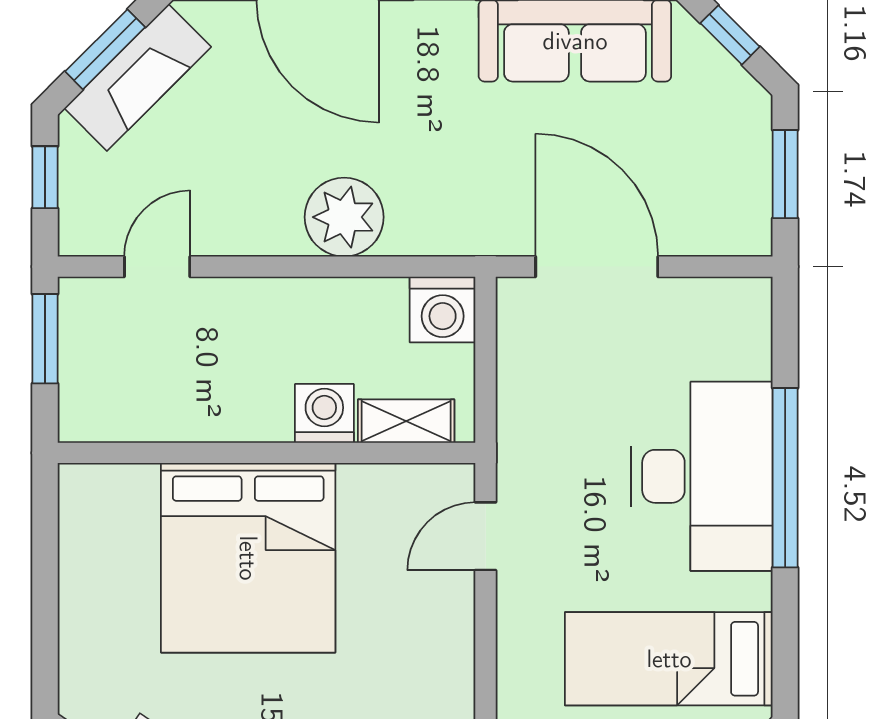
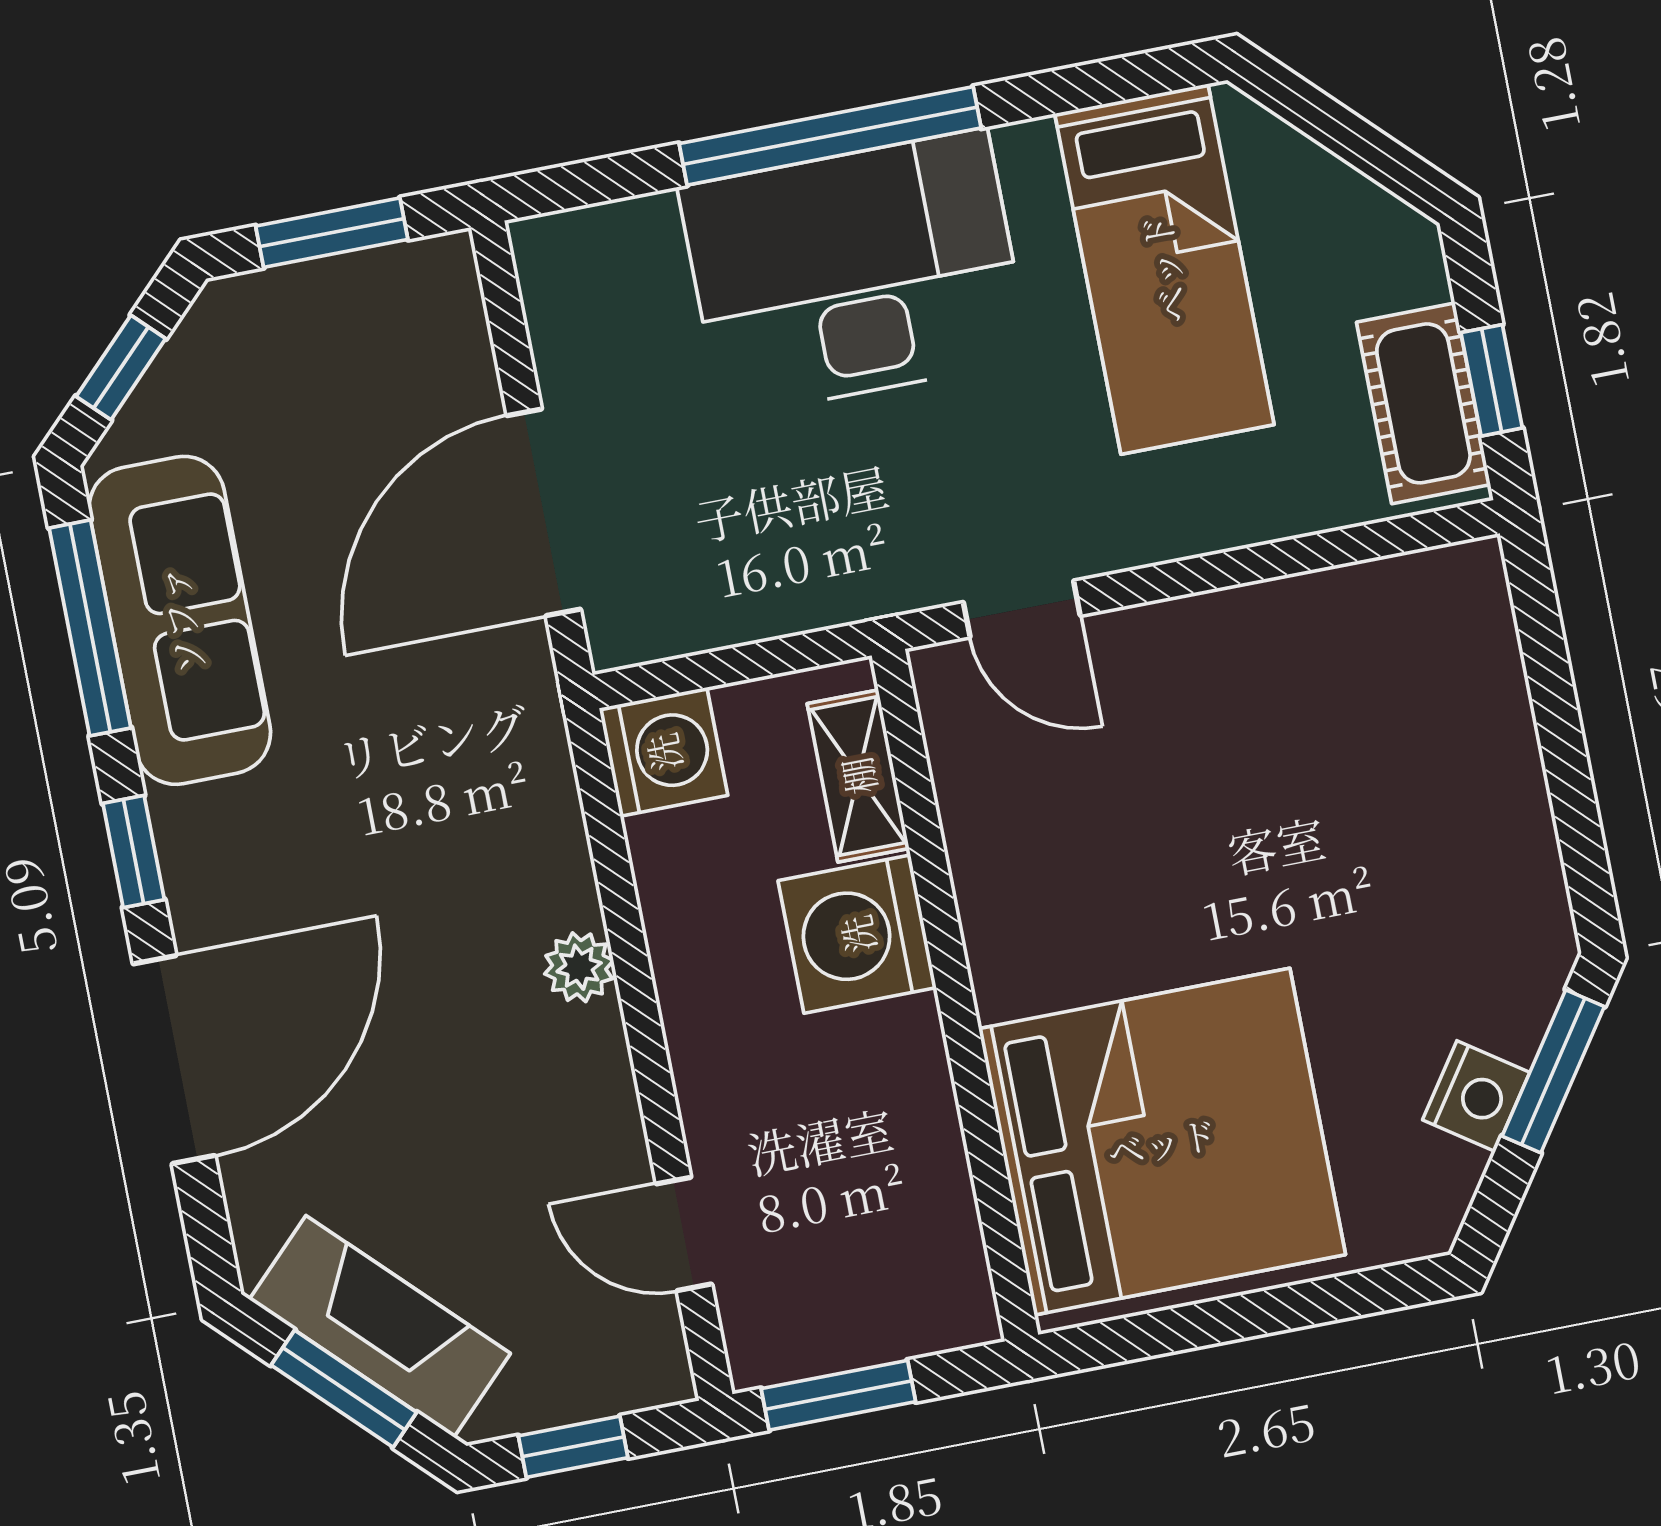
plant: (344, 217) -> (579, 967), width x0.53, depth x0.53
washing machine: (324, 413) -> (857, 934), width x1.37, depth x1.37
bed: (248, 558) -> (1162, 1142), moved

